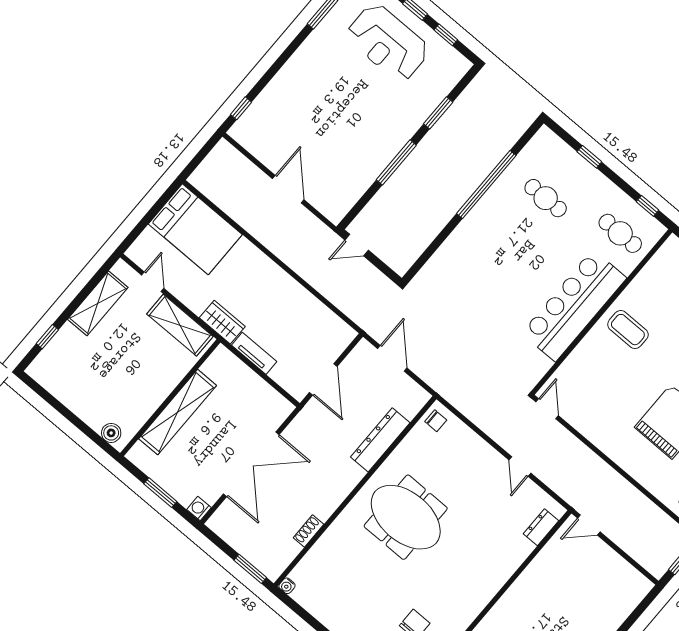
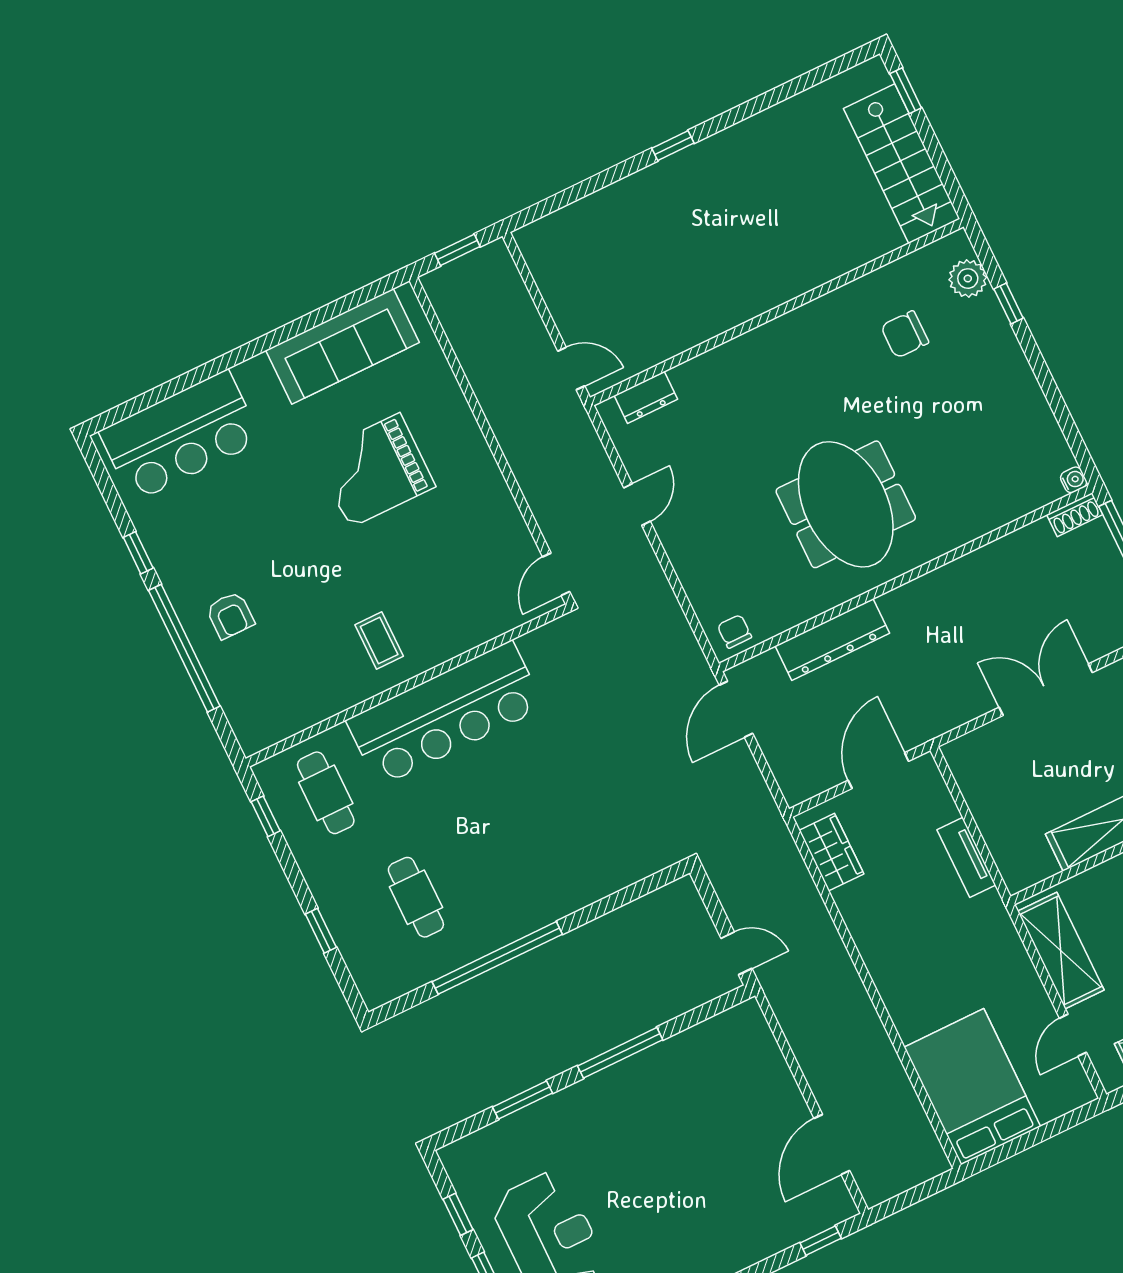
door: (288, 189) -> (832, 1144), moved
wardrobe: (222, 322) -> (831, 852), moved, turned 180
coffee table: (628, 330) -> (379, 641), width x0.73, depth x0.77
door: (392, 358) -> (736, 709), moved
double door: (251, 464) -> (1046, 690), width x0.73
shoe rack: (308, 531) -> (1075, 515), moved

